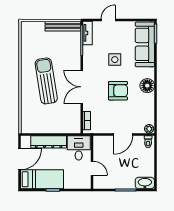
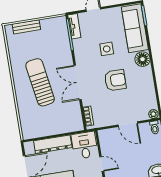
bench: (63, 26) -> (26, 27), moved, width x0.73
floor lamp: (147, 86) -> (143, 59), moved
door: (123, 134) -> (128, 124), hinge flipped

